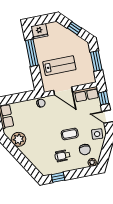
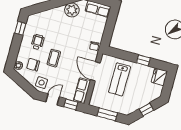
window: (32, 53) -> (143, 60), width x0.46
door: (63, 91) -> (95, 71), hinge flipped

